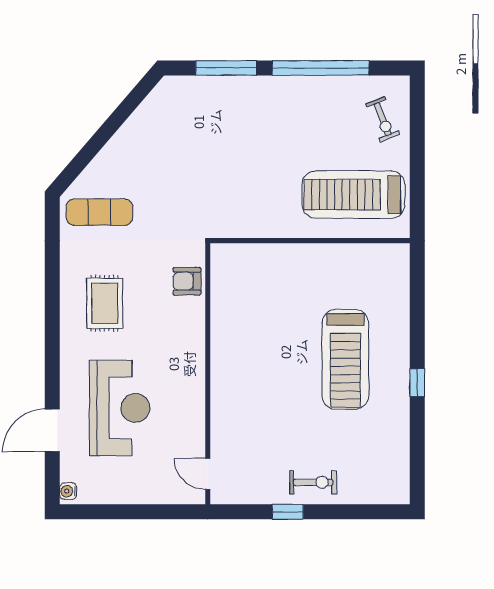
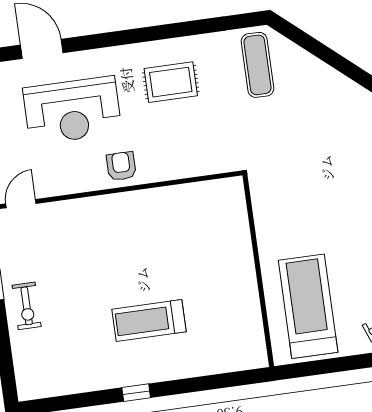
armchair: (187, 281) -> (121, 166), moved
treadmill: (345, 359) -> (149, 320), width x0.73, depth x0.73

